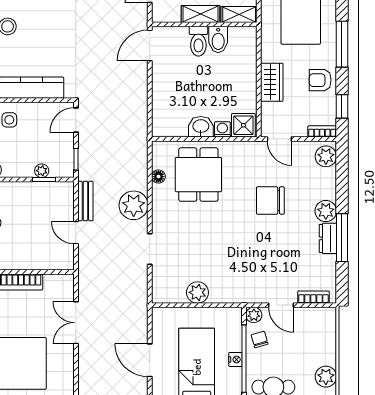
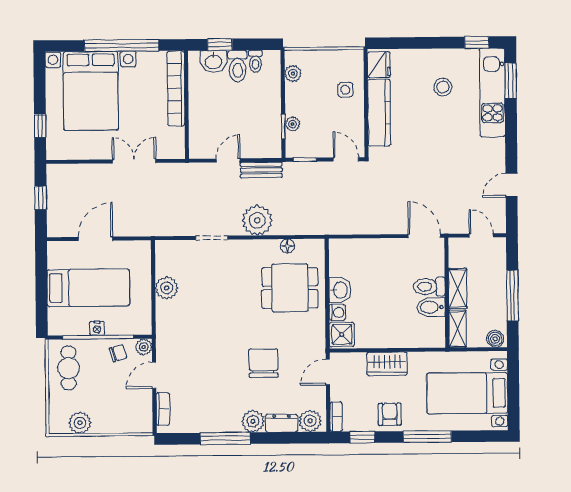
dresser: (328, 238) -> (282, 423), moved

